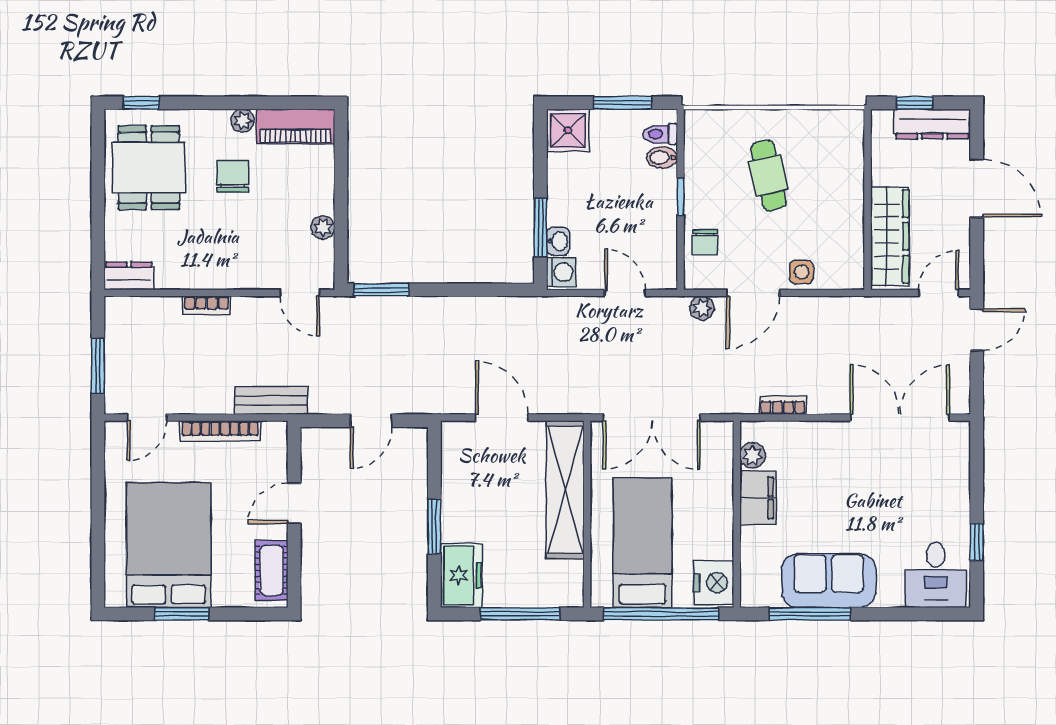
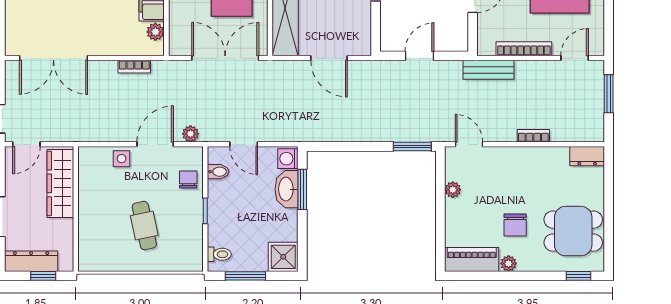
bidet: (662, 158) -> (218, 172), moved
dining table: (149, 168) -> (573, 231), turned 90
washbasin: (558, 241) -> (287, 189), width x1.91, depth x1.45

